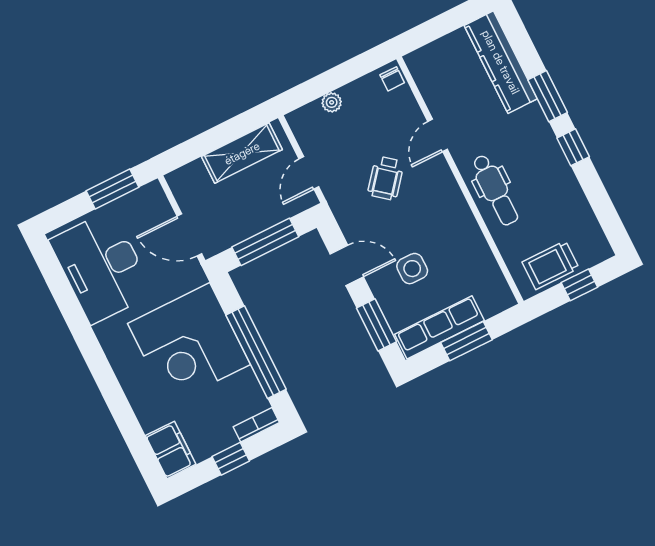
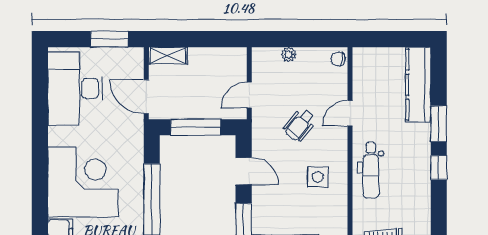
chair: (392, 79) -> (338, 59), turned 95
shelving: (242, 153) -> (168, 56), moved, width x0.67, depth x0.75
side table: (412, 269) -> (318, 177), moved
corner desk: (189, 344) -> (83, 182), moved, turned 180

